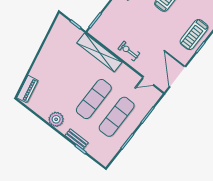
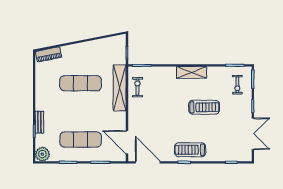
exercise bike: (129, 51) -> (137, 87), moved
door: (178, 77) -> (148, 162), hinge flipped
door: (148, 81) -> (127, 142), width x1.87
exercise mat: (94, 99) -> (81, 83), moved
plant: (56, 119) -> (42, 154), moved

